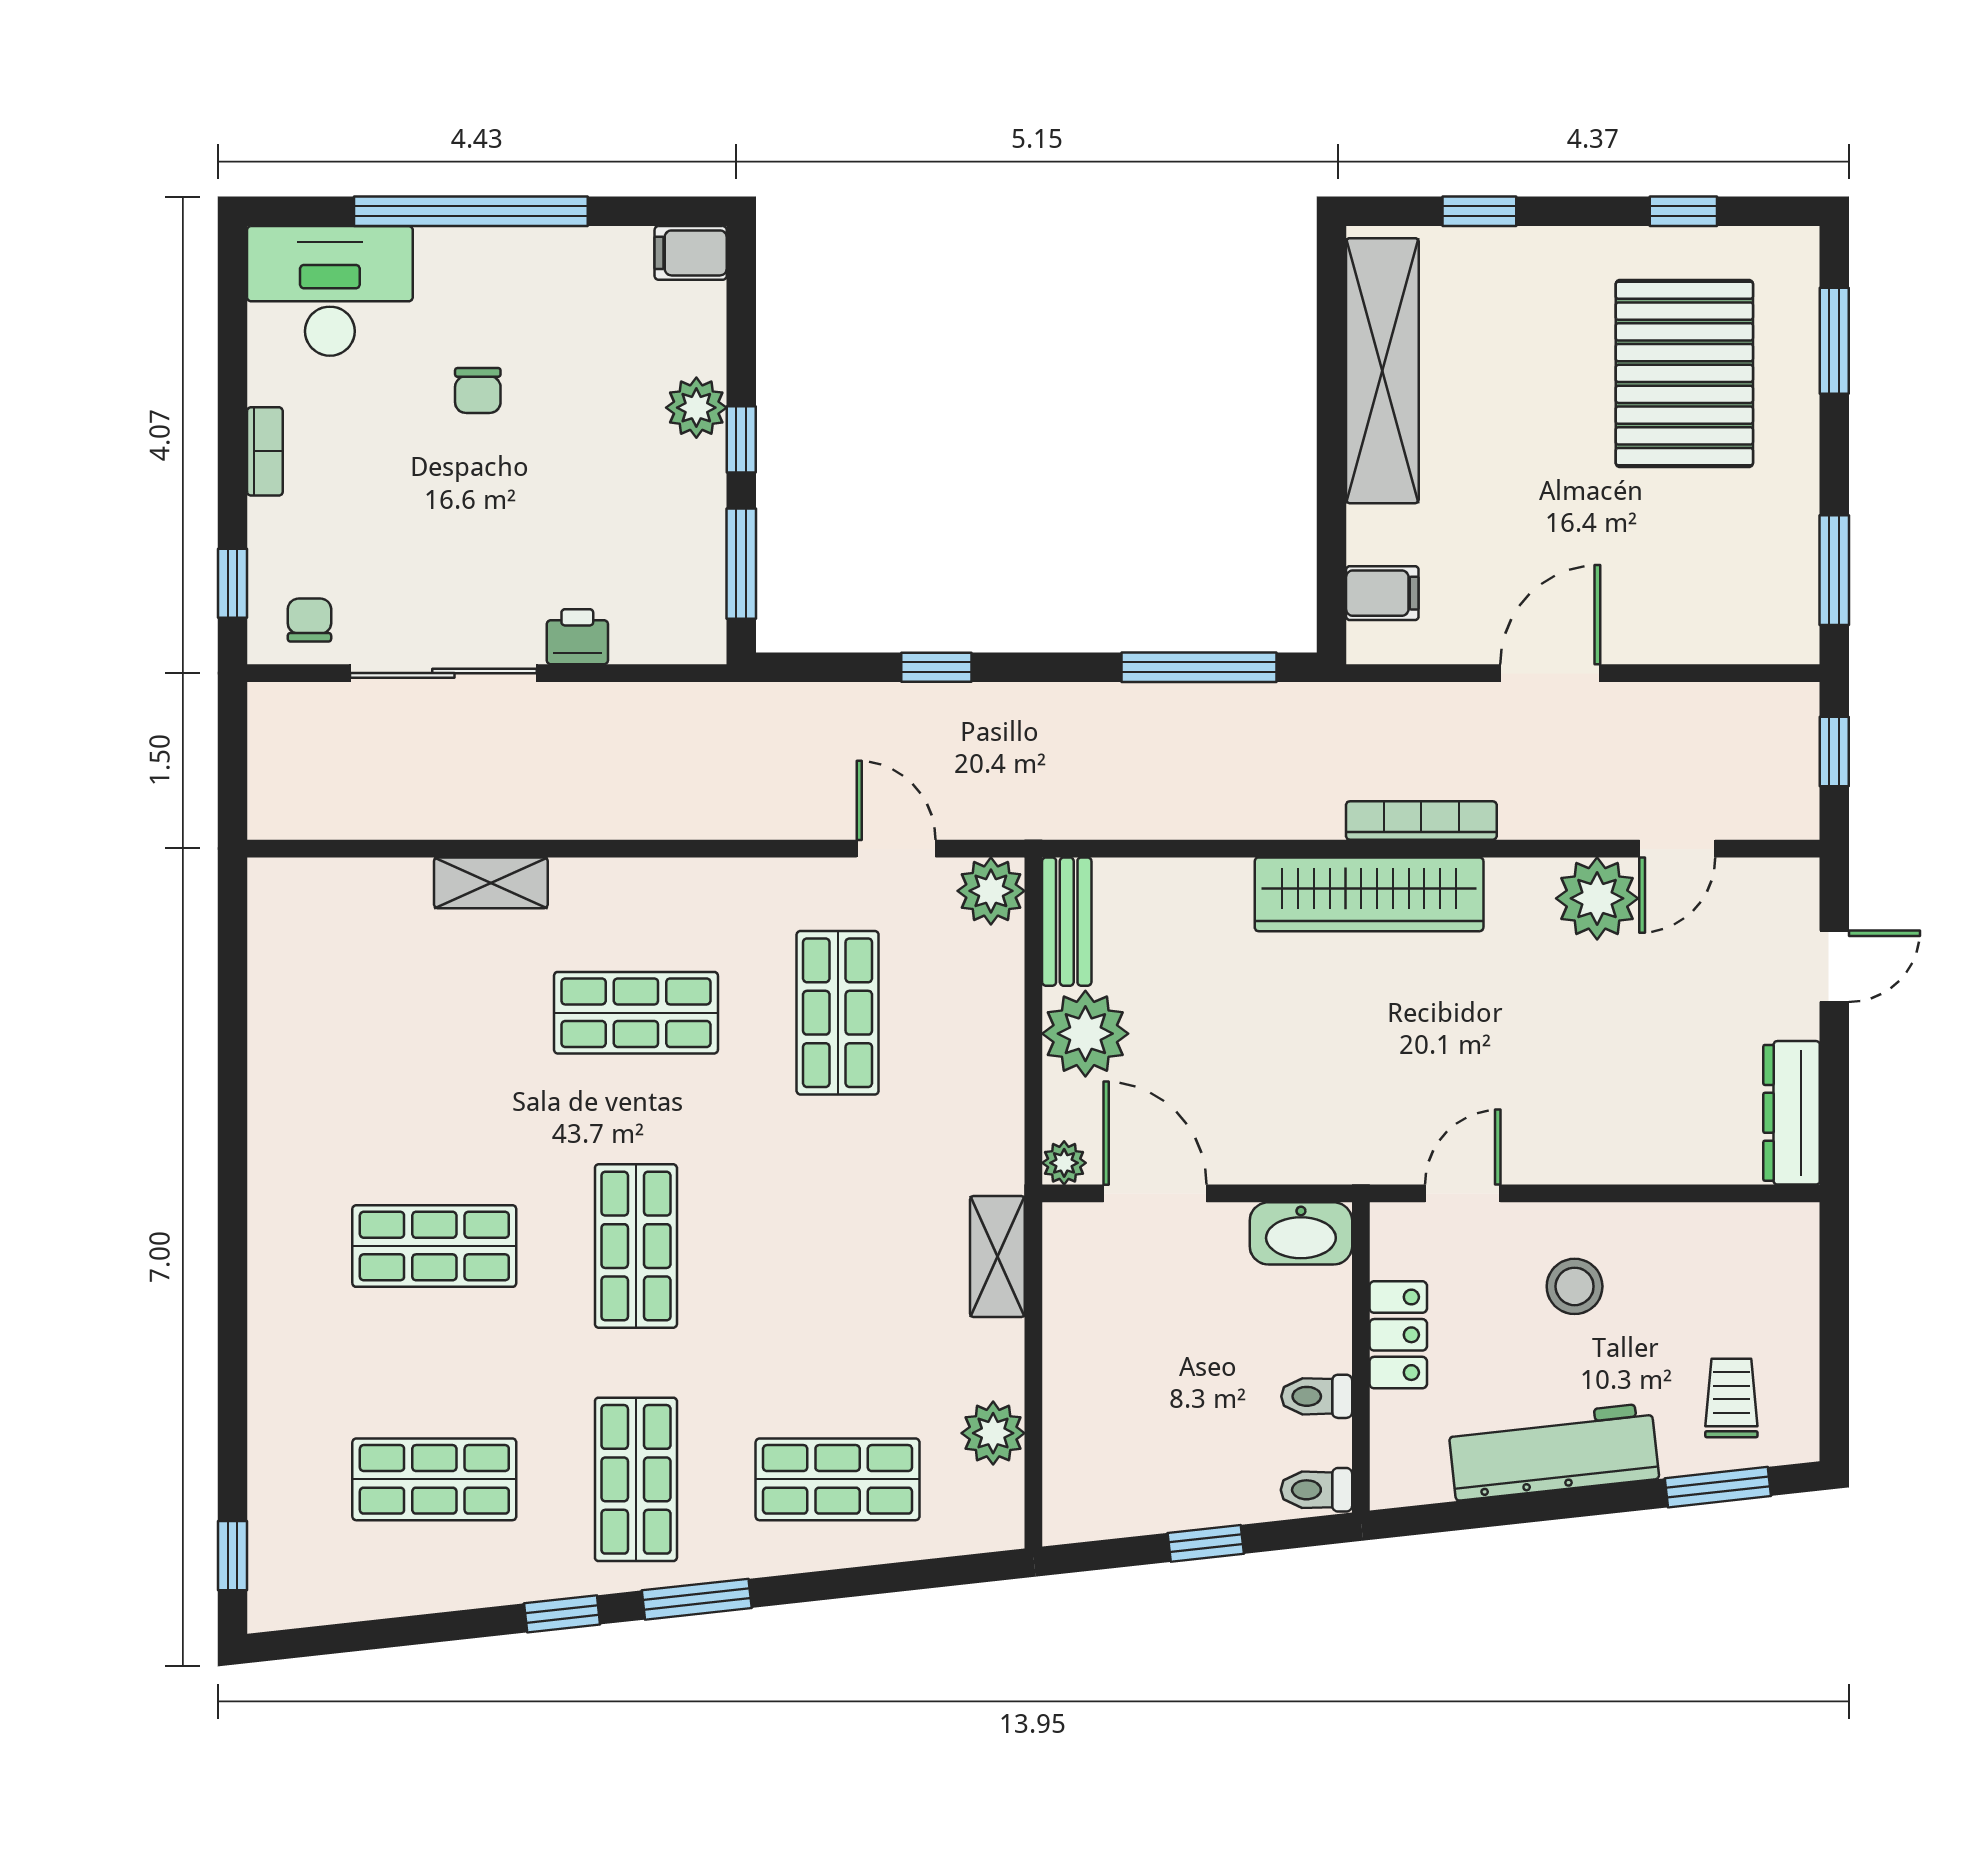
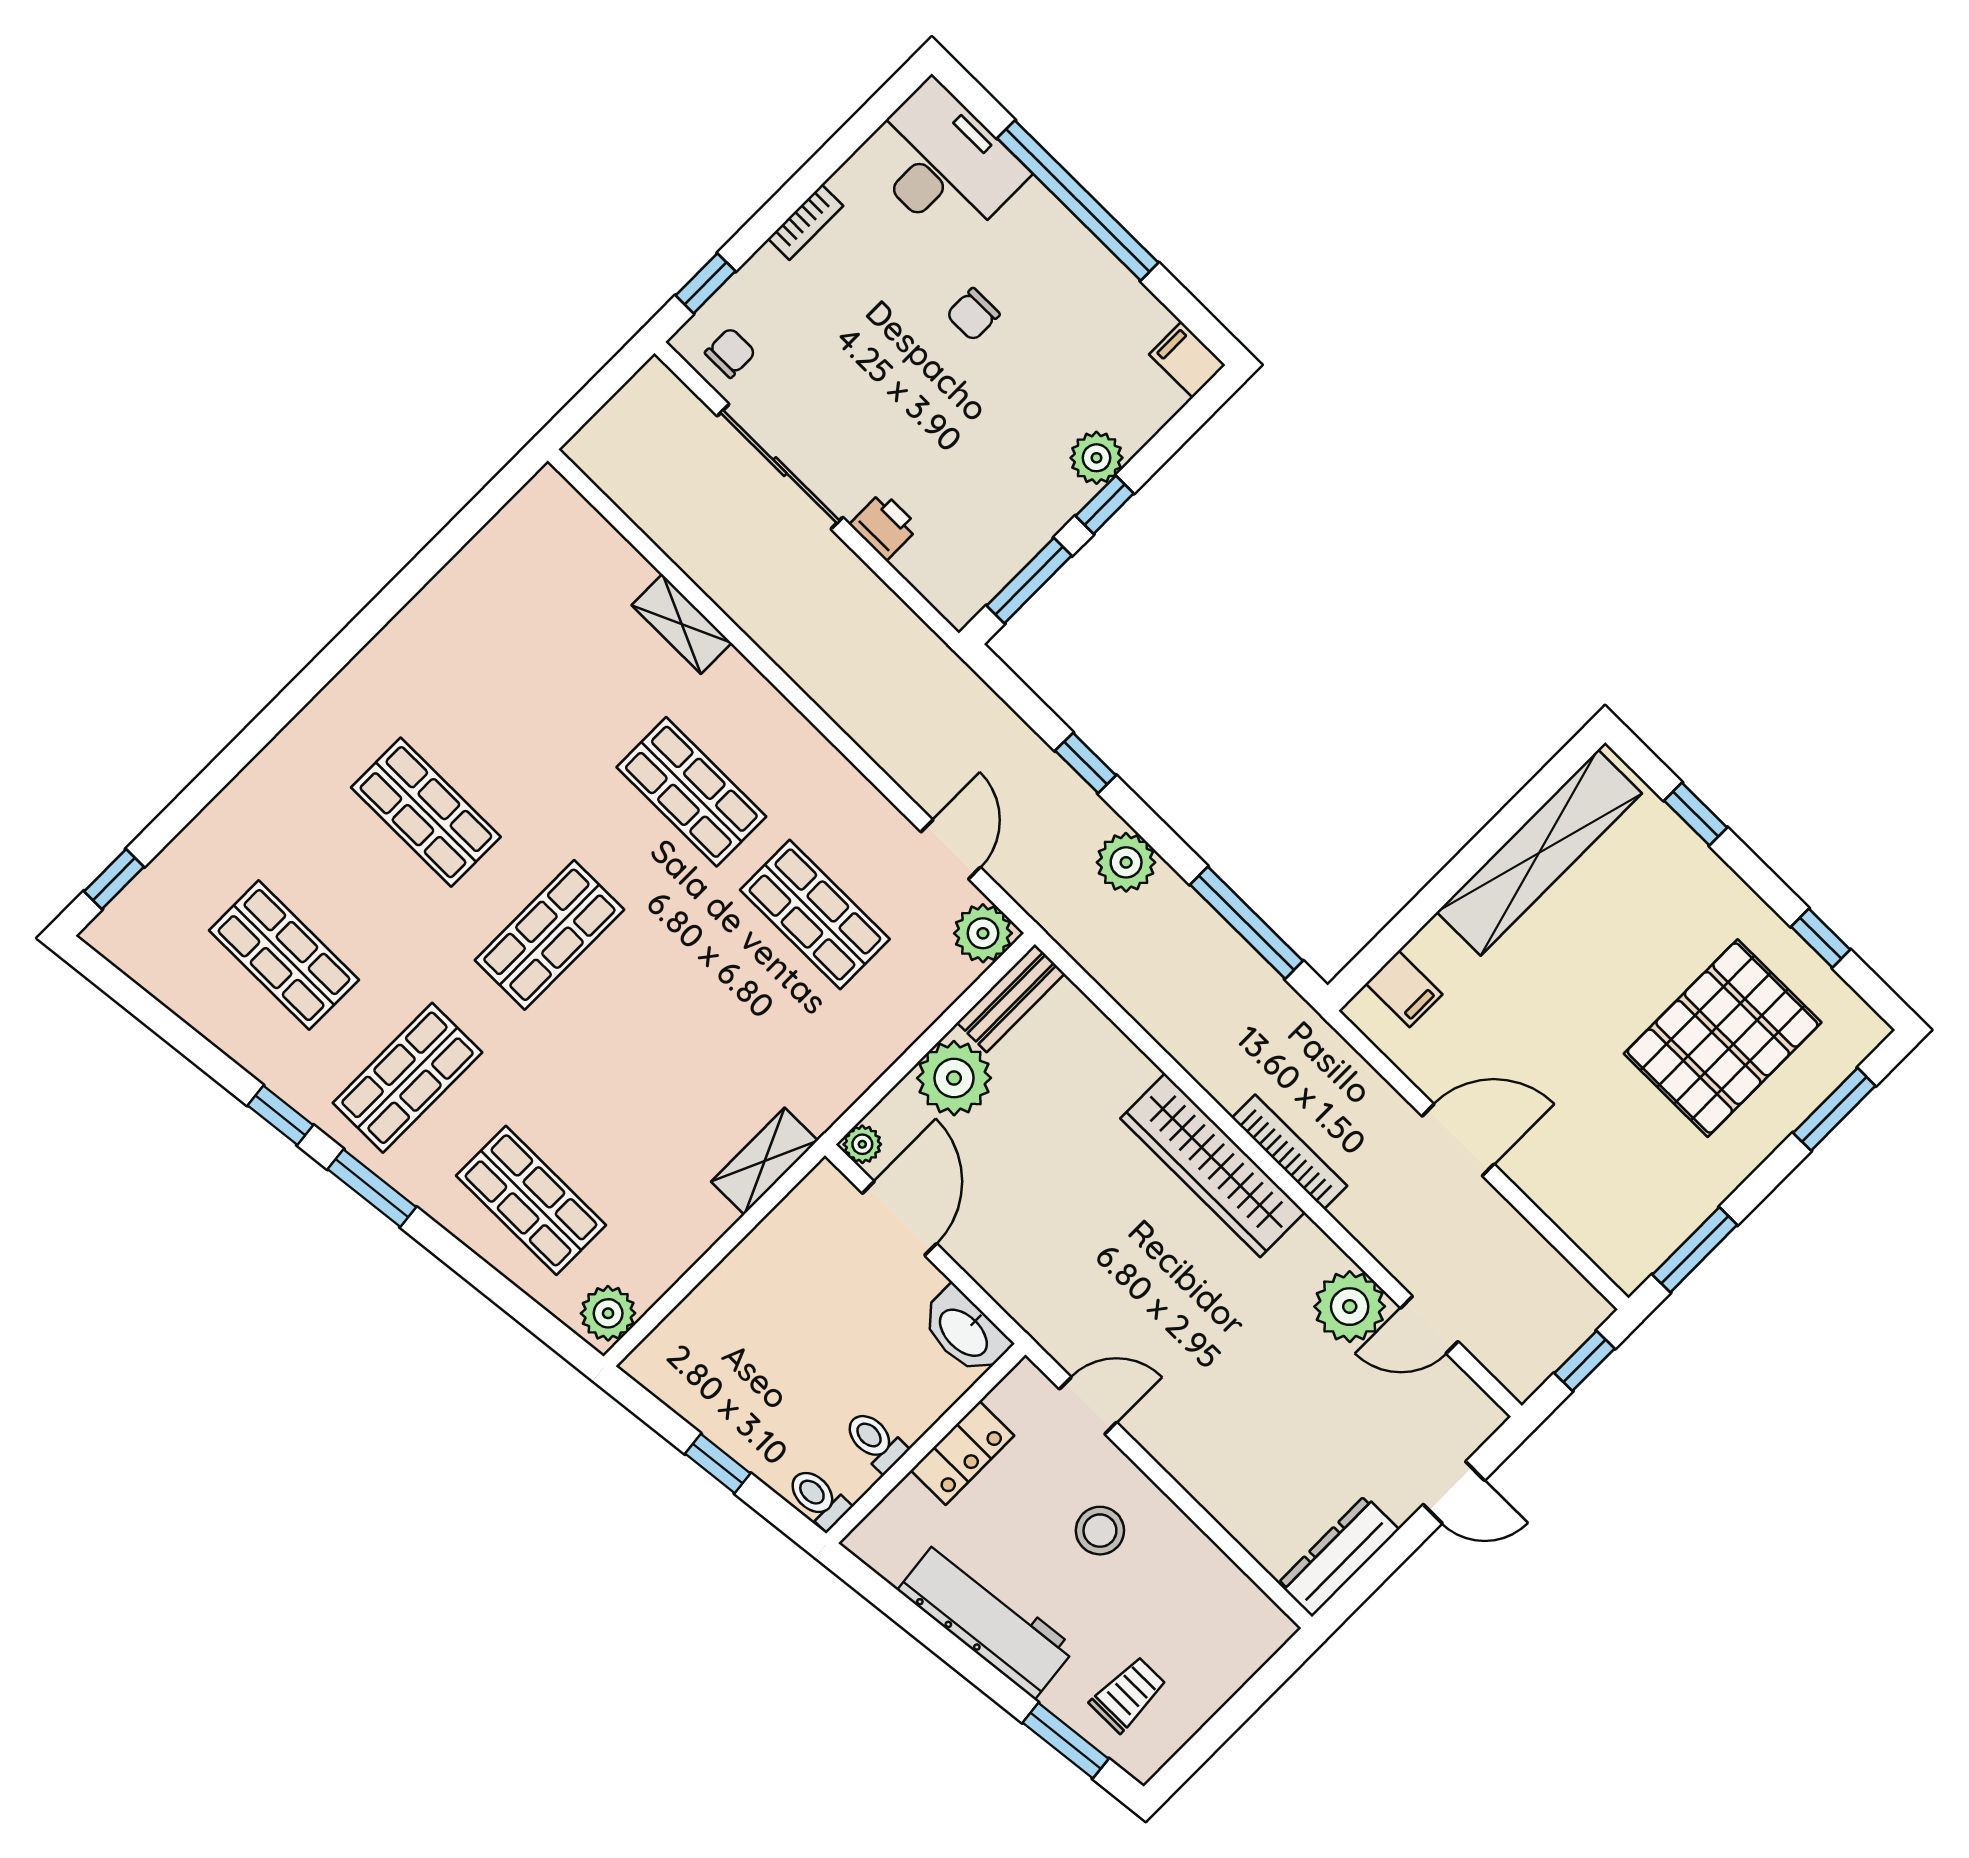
plant: (1051, 716) -> (1126, 862), added
shop shelf: (838, 1013) -> (815, 915), turned 90
plant: (993, 1433) -> (608, 1313), moved

